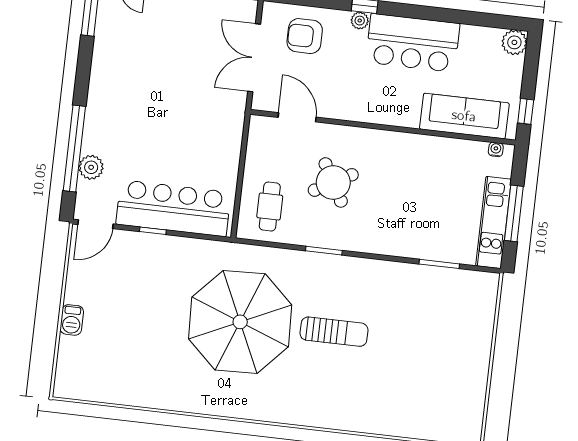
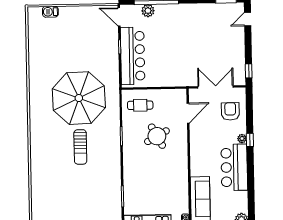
barbecue: (72, 320) -> (50, 12), moved

